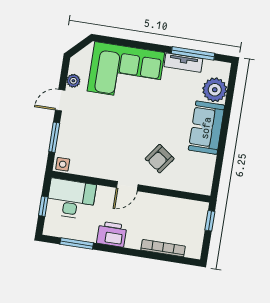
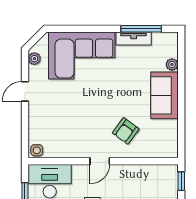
plant: (73, 81) -> (34, 59), moved
plant: (215, 90) -> (172, 64), width x0.53, depth x0.53
window: (54, 137) -> (25, 127), removed

